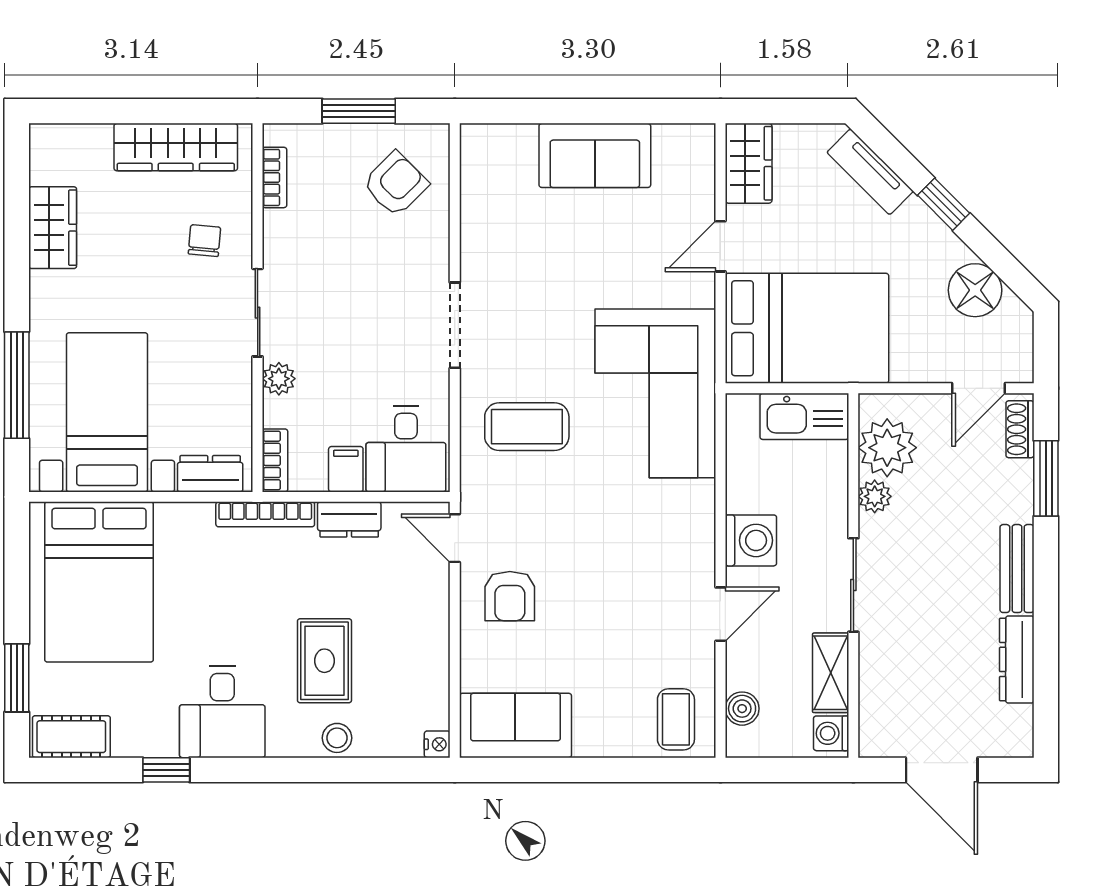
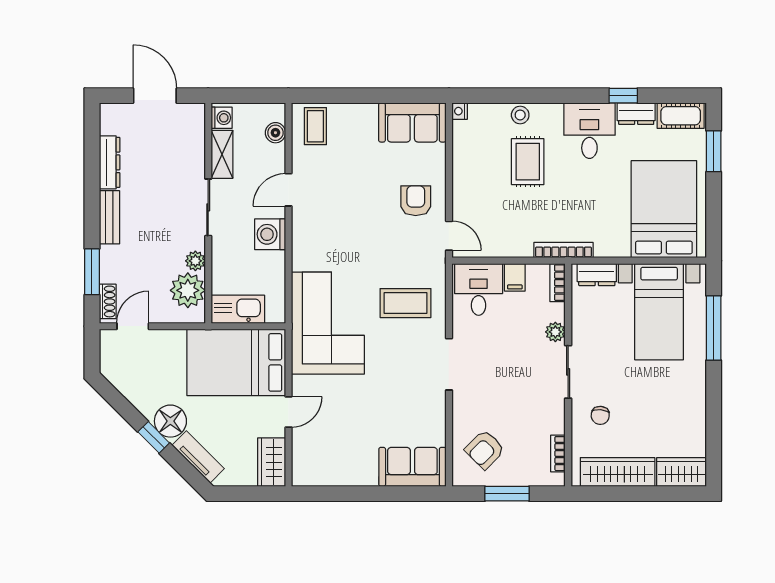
sofa: (595, 155) -> (412, 467), moved
wardrobe: (53, 228) -> (682, 472), moved, turned 90
floor lamp: (975, 290) -> (170, 421), moved
dresser: (349, 519) -> (636, 114), moved, turned 180

